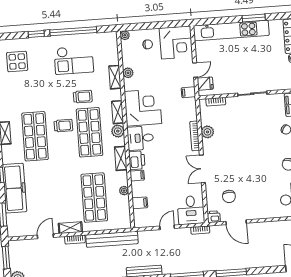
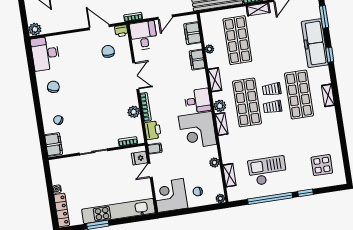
shelving: (115, 77) -> (229, 175), moved
trolley: (83, 97) -> (272, 89), moved
printer: (137, 160) -> (153, 130), moved, turned 180
filing cabinet: (137, 176) -> (197, 60), width x2.00
filing cabinet: (140, 203) -> (192, 33), width x2.00

